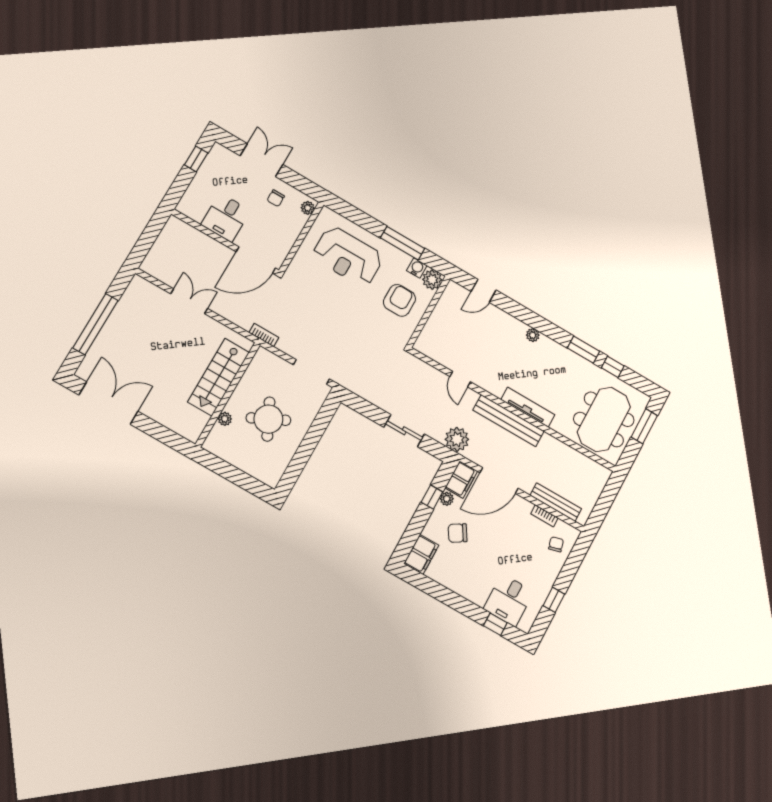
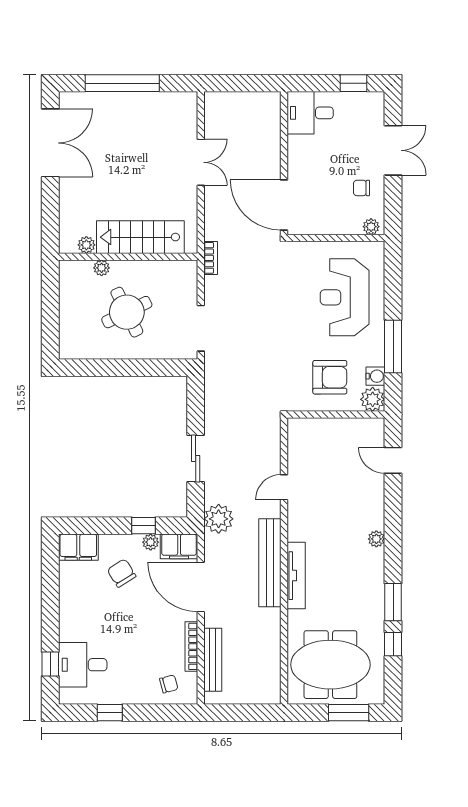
desk: (226, 218) -> (310, 113), moved
plant: (201, 420) -> (86, 245), added
bookcase: (544, 516) -> (191, 646), width x1.56

